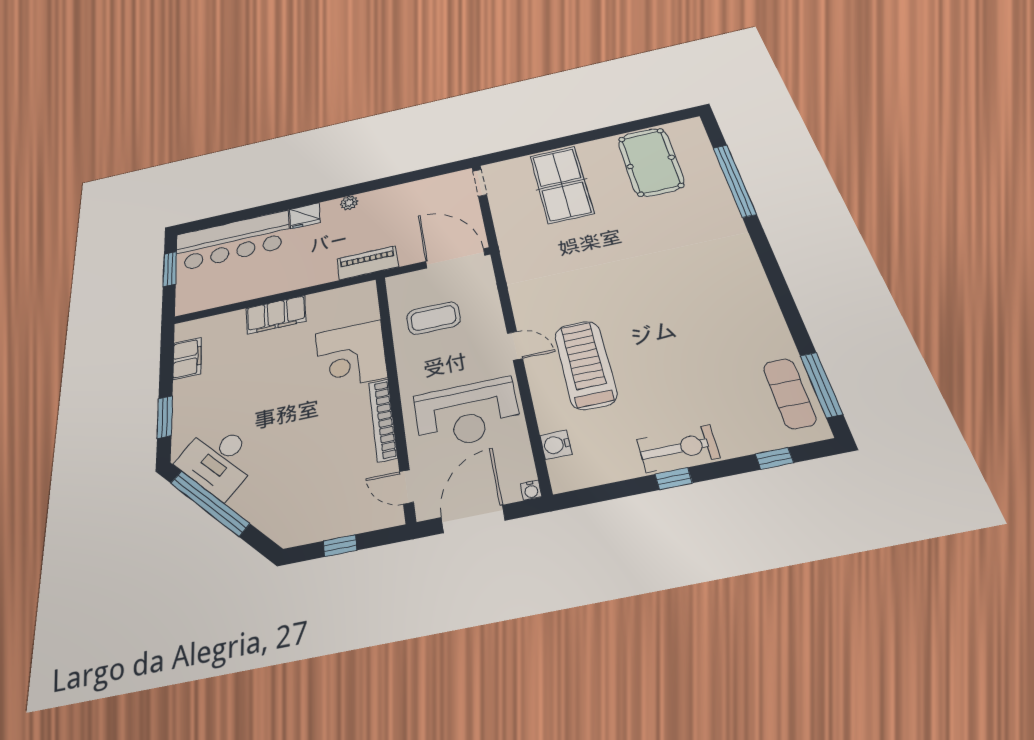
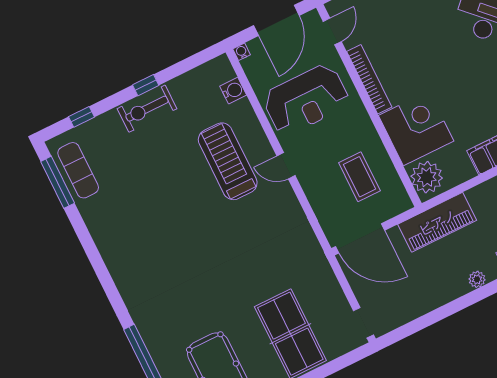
piano: (368, 263) -> (437, 222), width x1.37, depth x1.33
plant: (360, 304) -> (427, 177), added
coffee table: (434, 318) -> (359, 177), turned 90
treadmill: (585, 365) -> (228, 161), turned 180
reception desk: (467, 414) -> (306, 100), turned 180
door: (407, 487) -> (332, 31), hinge flipped

